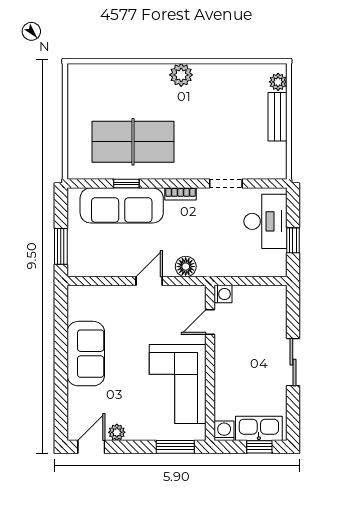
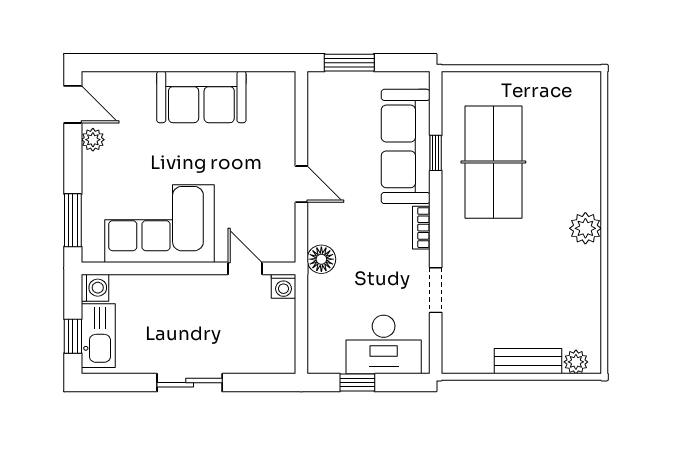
floor lamp: (186, 267) -> (321, 259), moved

